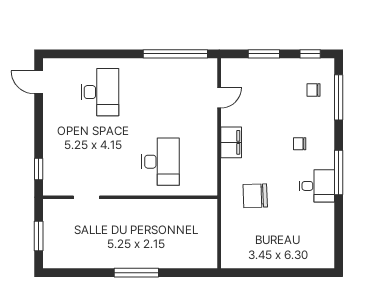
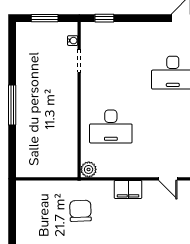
plant: (209, 187) -> (89, 169), added
water cooler: (64, 205) -> (73, 41), added

